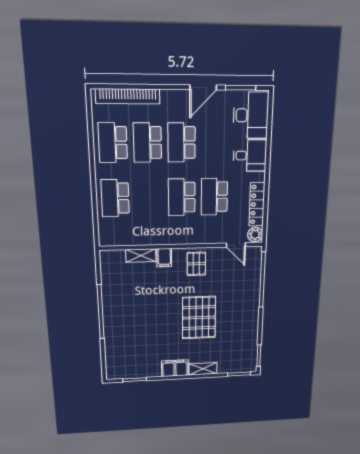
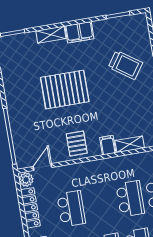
school desk: (182, 197) -> (130, 199), moved
door: (236, 245) -> (42, 167), hinge flipped
pallet: (199, 318) -> (65, 90), turned 90
trolley: (134, 334) -> (126, 65), added

